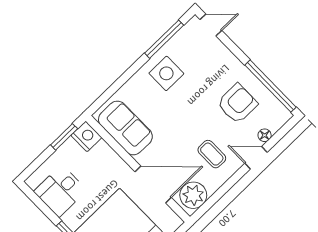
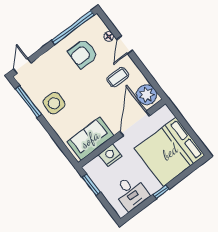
armchair: (237, 104) -> (83, 54), turned -90
nightstand: (86, 136) -> (110, 155), moved

